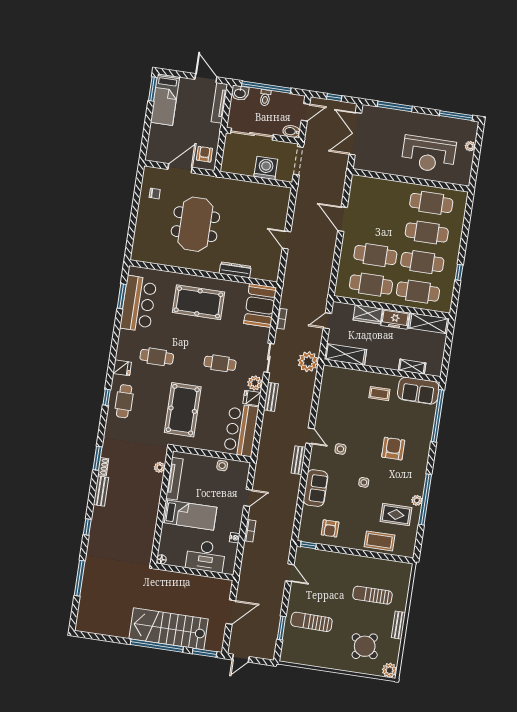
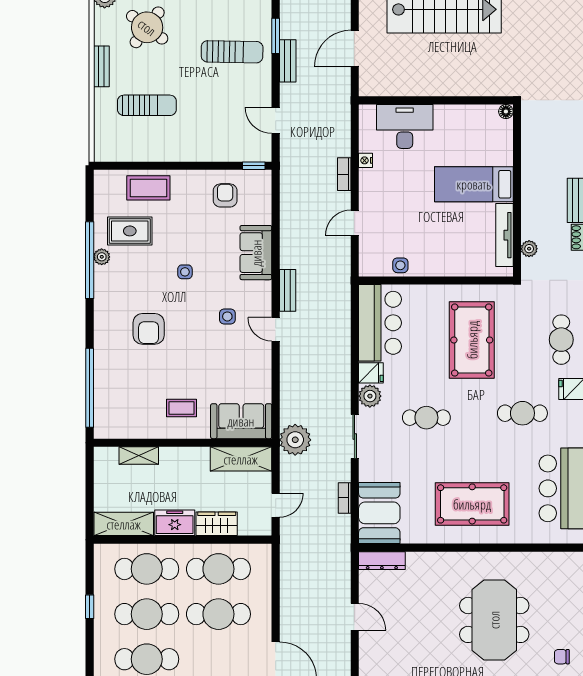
dresser: (235, 270) -> (382, 561), moved
sofa: (418, 391) -> (241, 421), moved
bench: (271, 397) -> (288, 61), moved
plant: (160, 467) -> (529, 249), moved
tv unit: (174, 479) -> (504, 235), moved
wall: (162, 507) -> (517, 190), moved
bed: (189, 515) -> (474, 184), moved
floor lamp: (161, 559) -> (506, 112), moved

